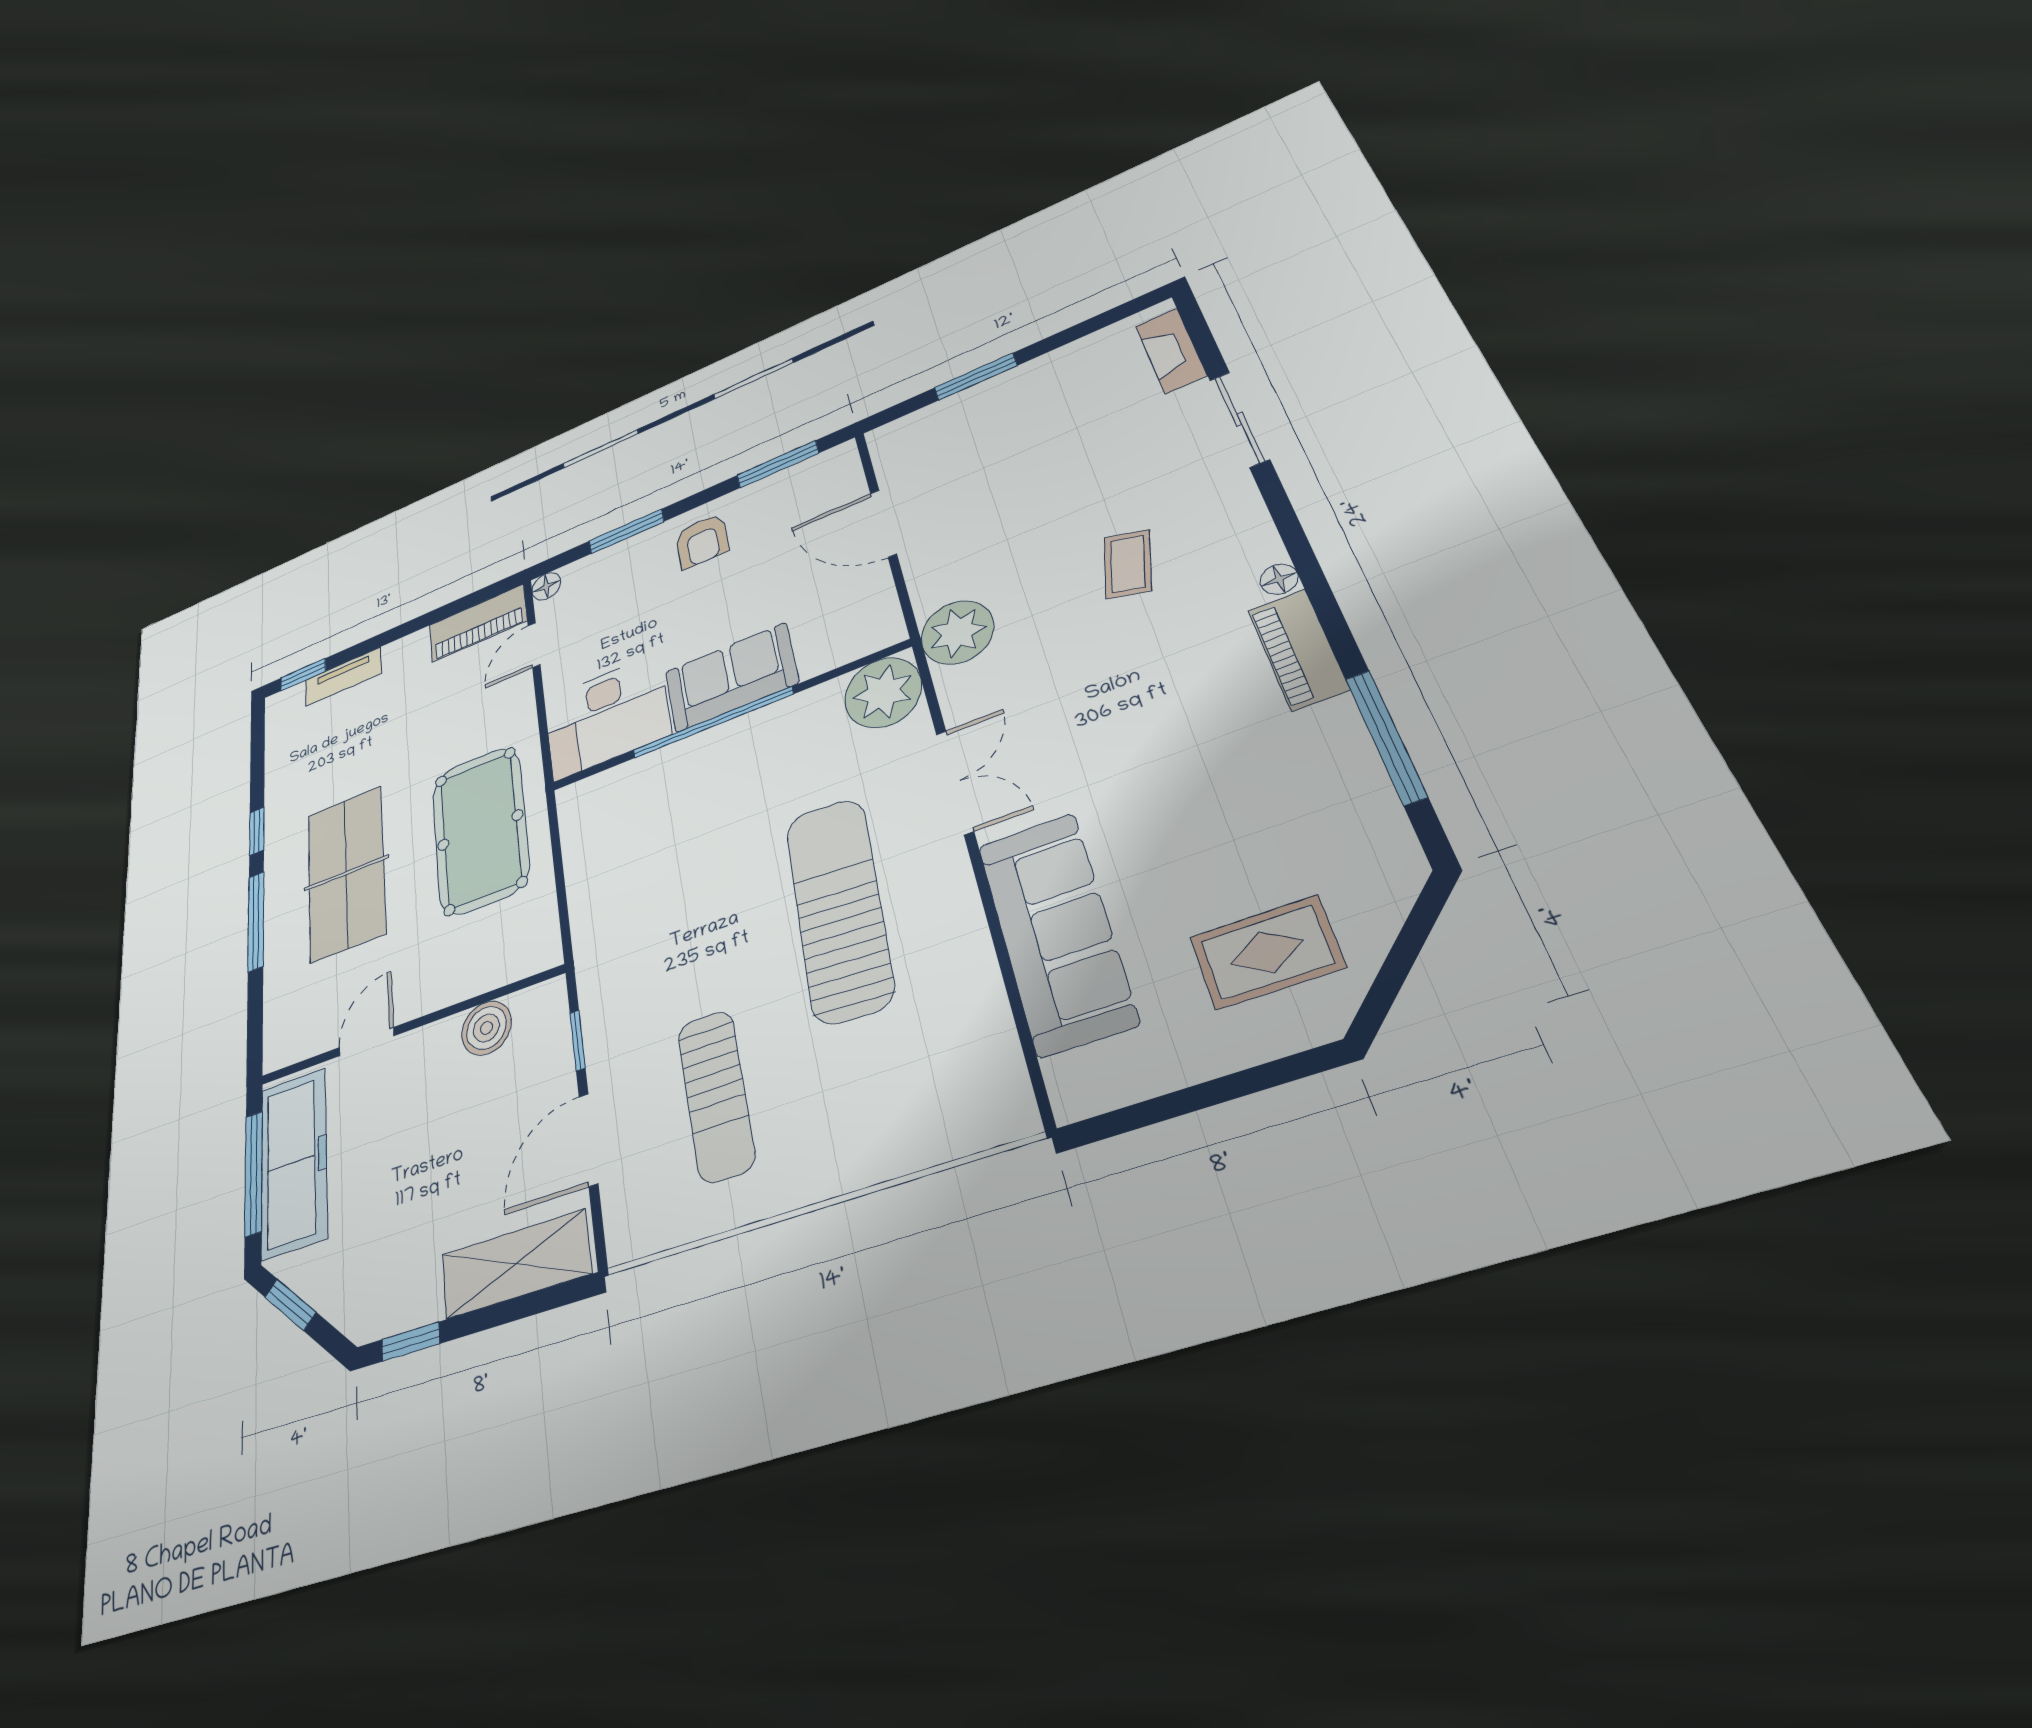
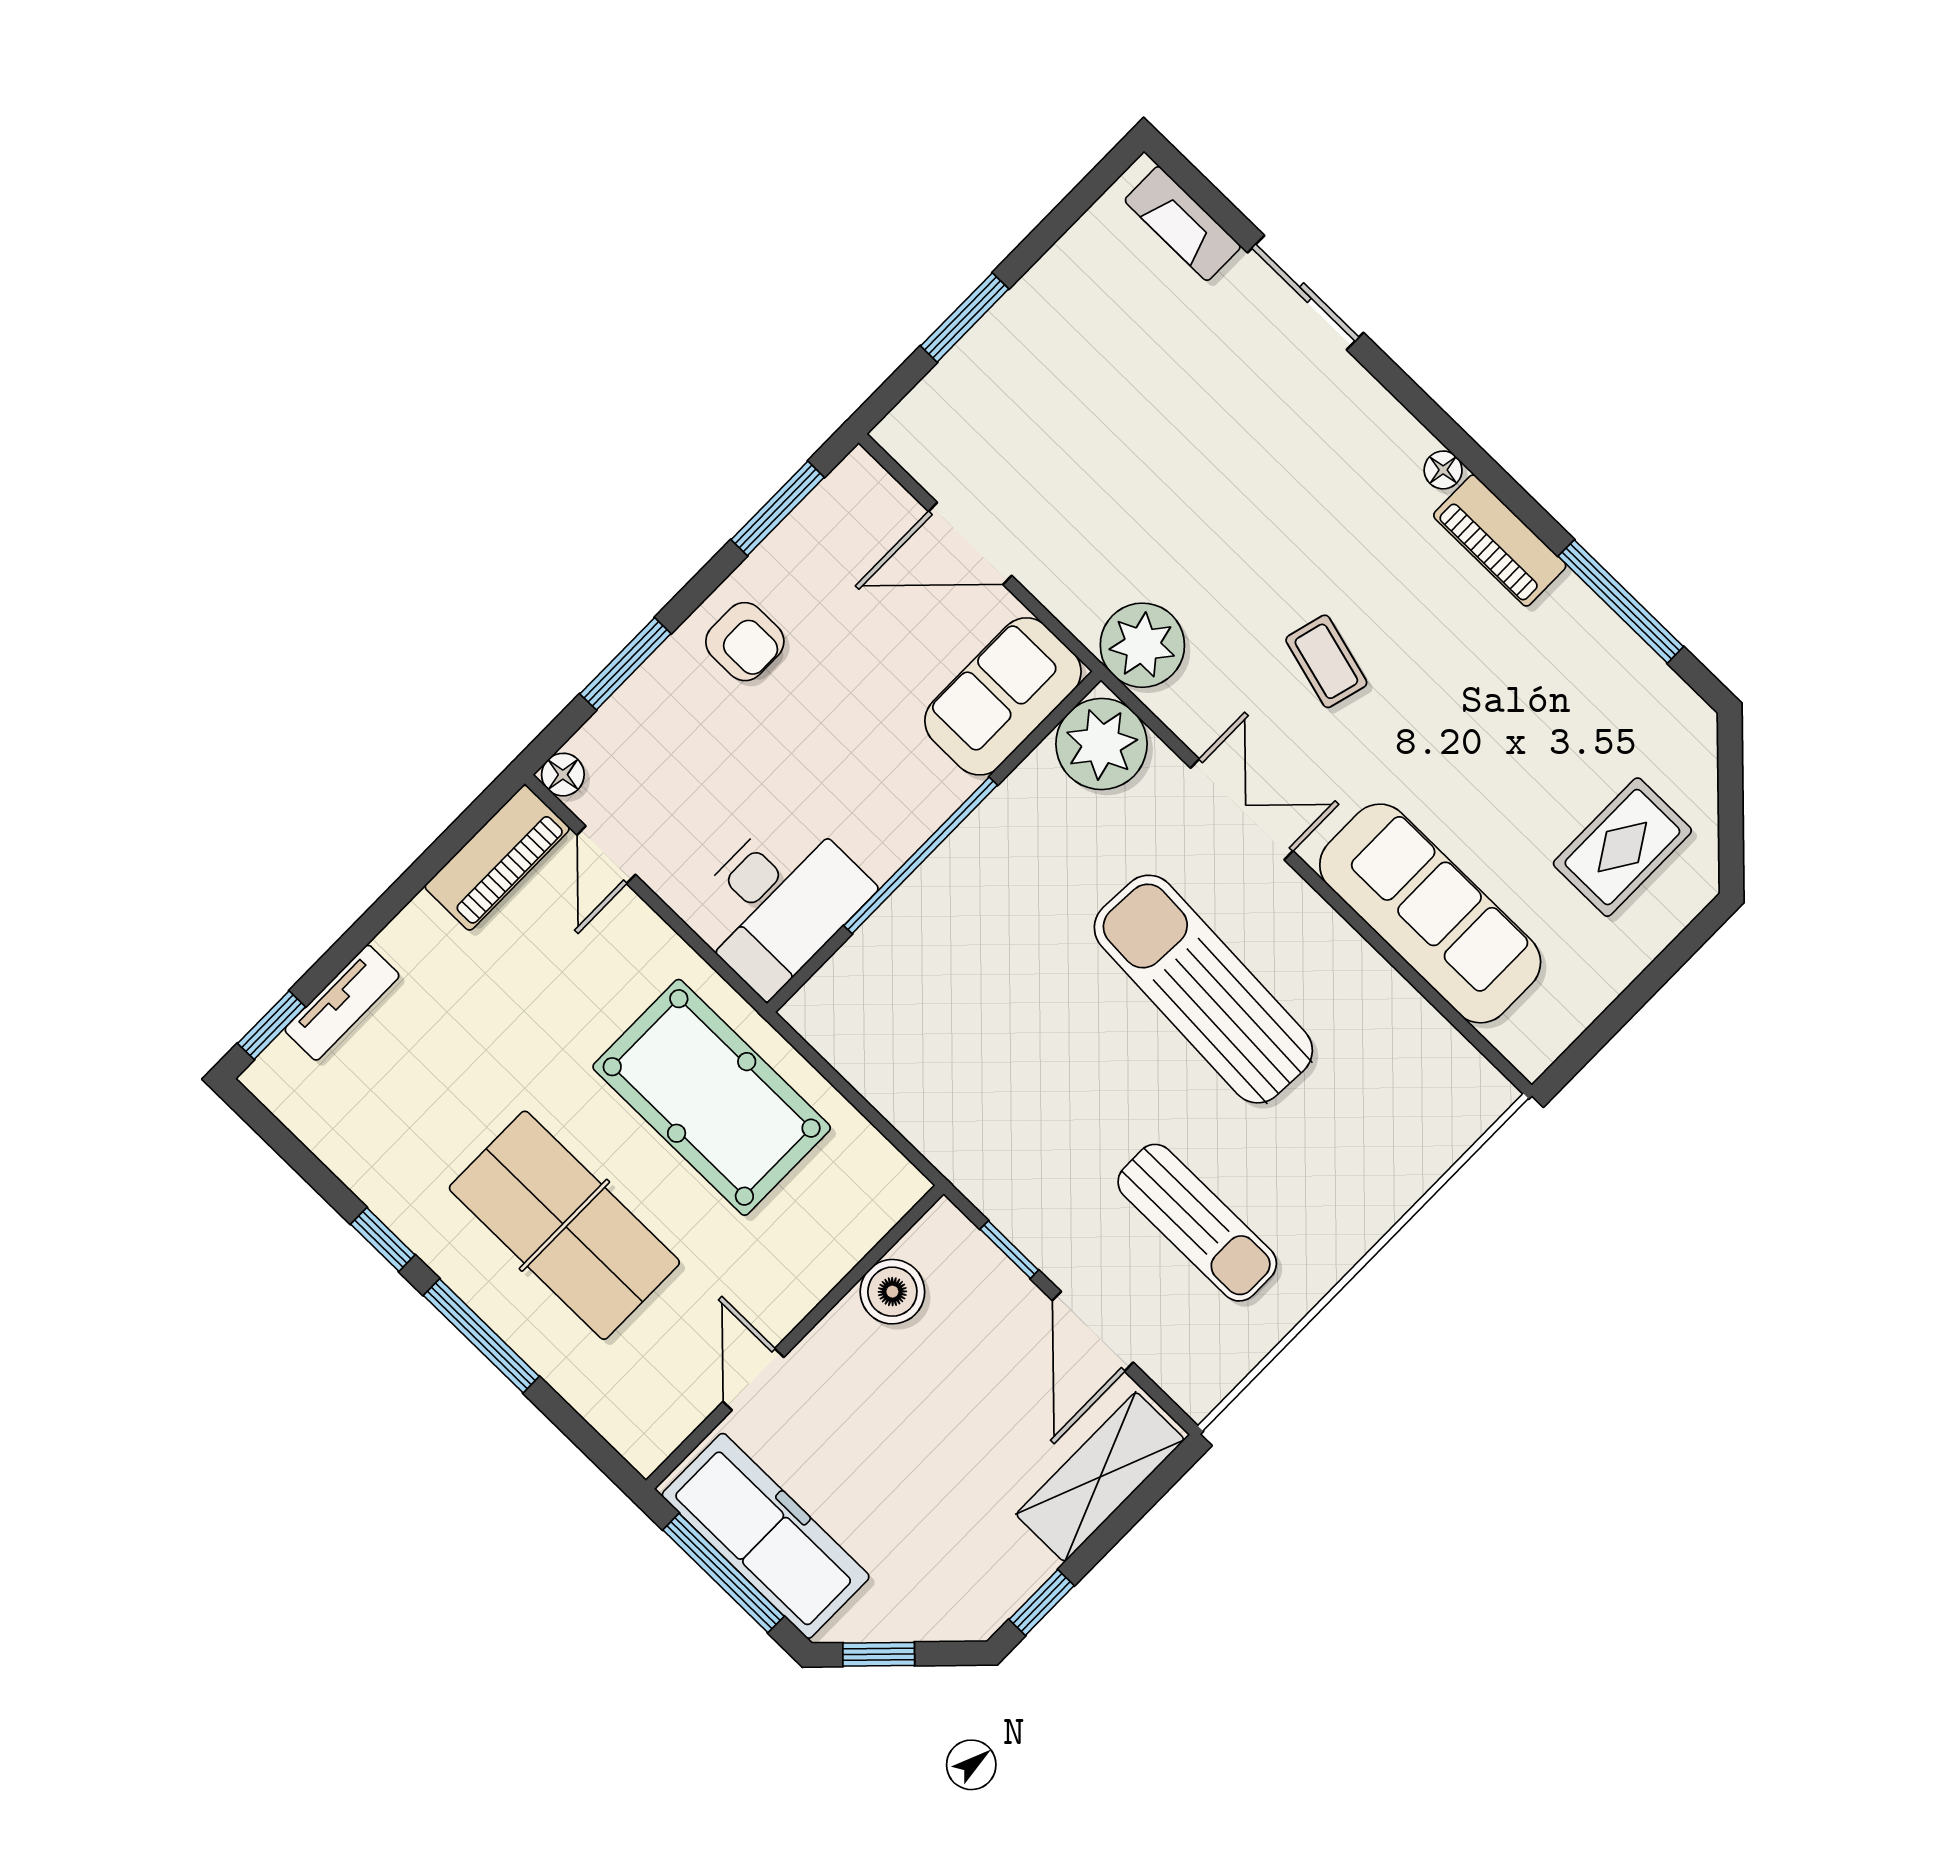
coffee table: (1128, 564) -> (1326, 661), moved
sofa: (731, 677) -> (1003, 696), moved

